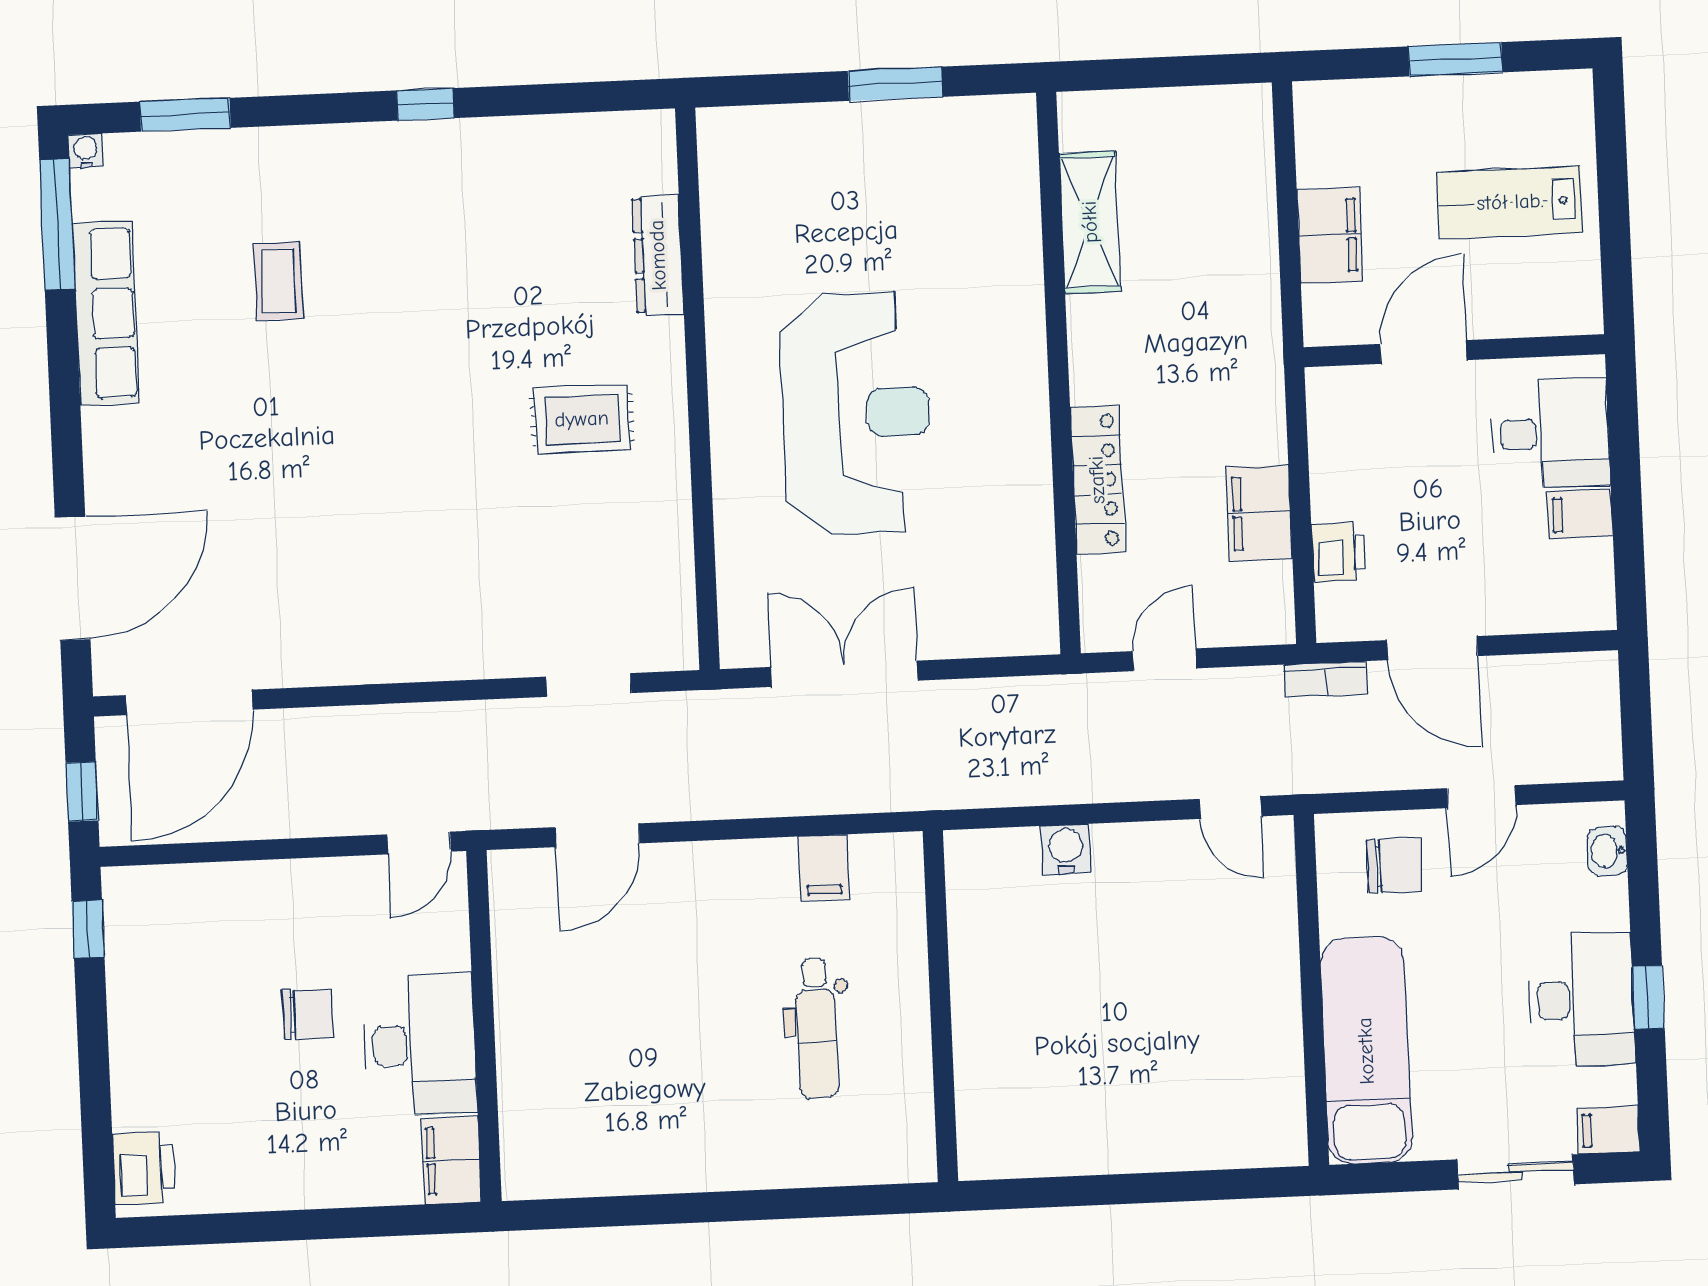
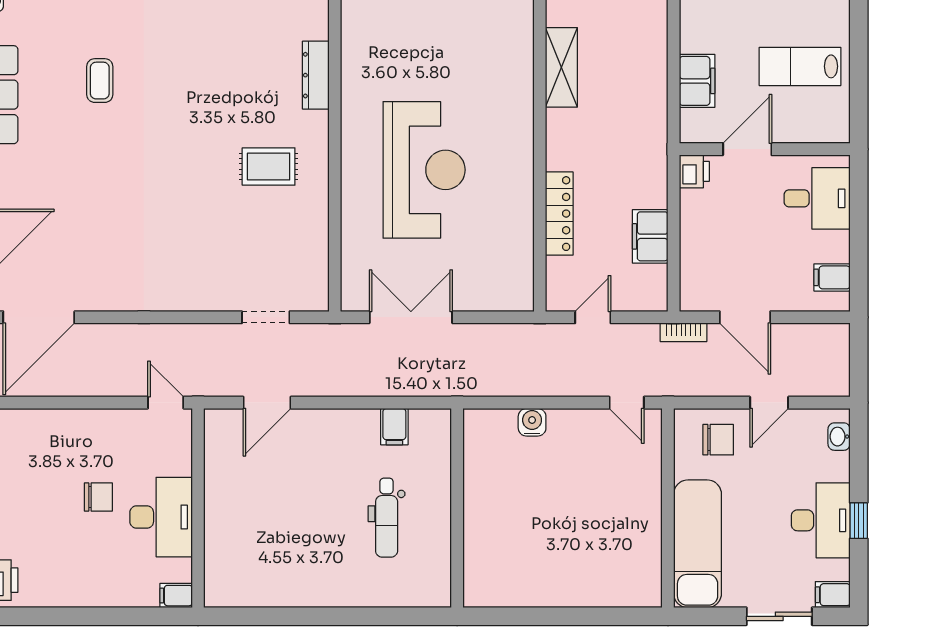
filing cabinet: (1580, 514) -> (832, 277), moved
printer: (1339, 553) -> (694, 171), moved
door: (419, 843) -> (166, 403), swing flipped
filing cabinet: (451, 1160) -> (176, 596), width x0.50

